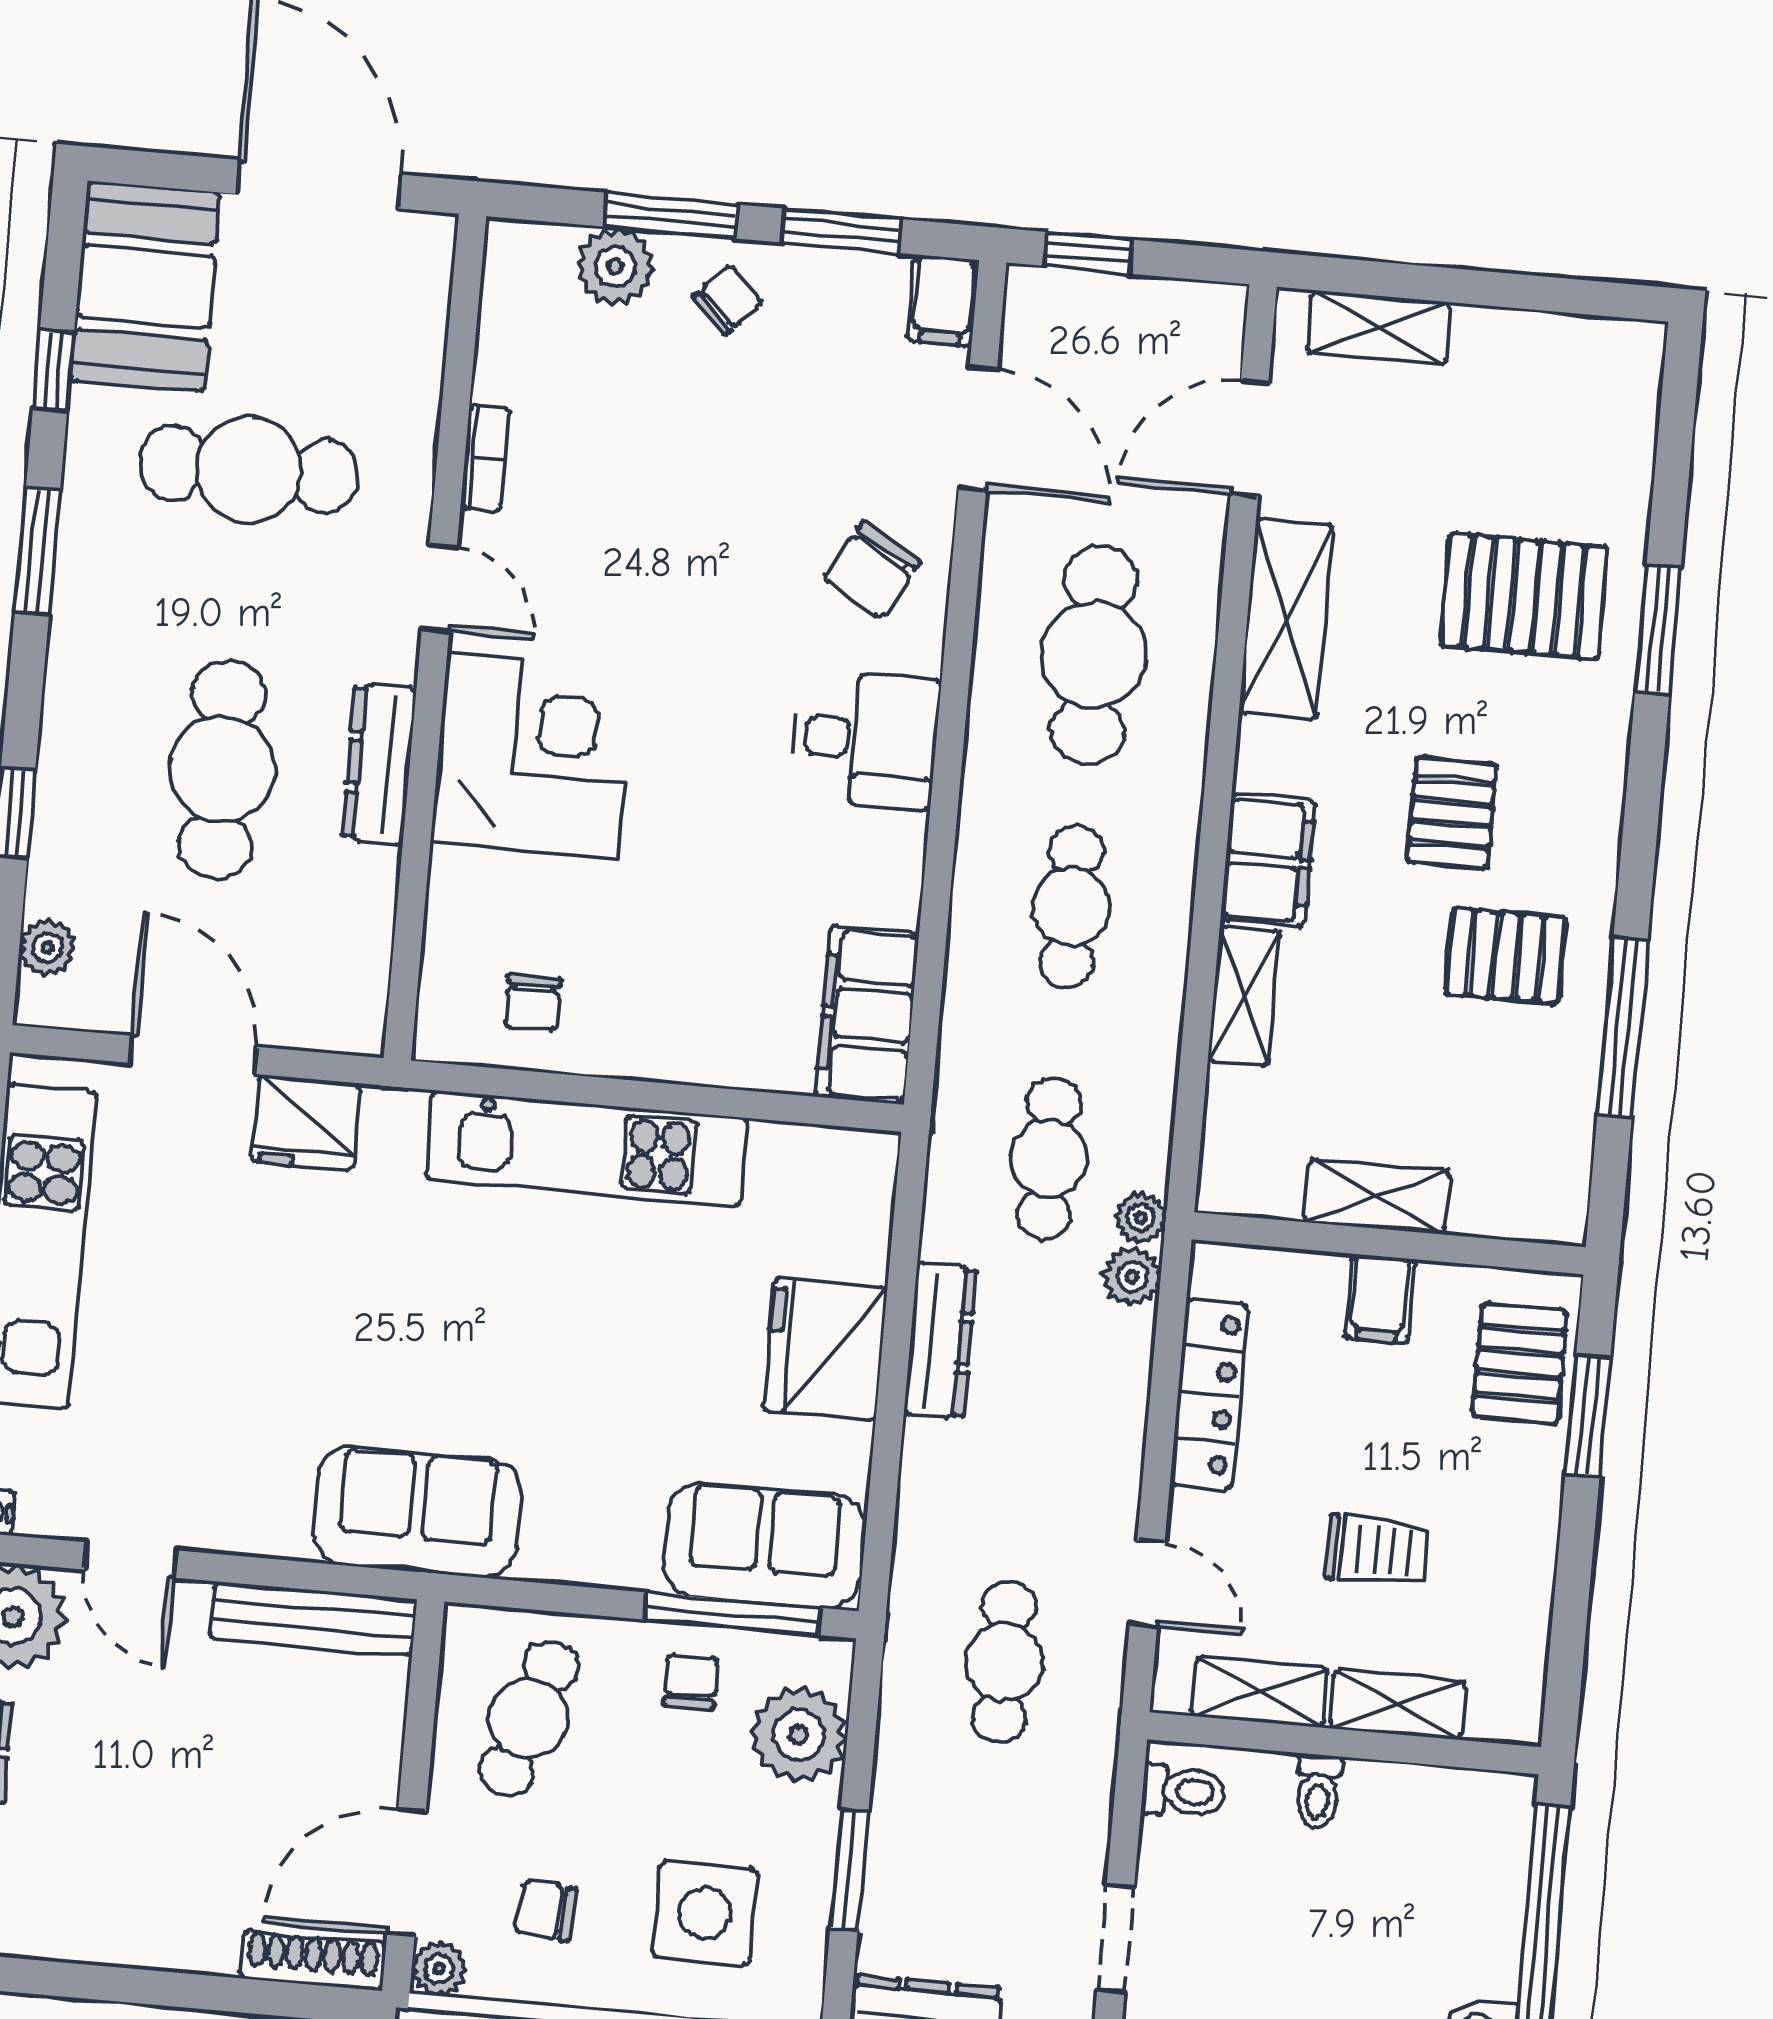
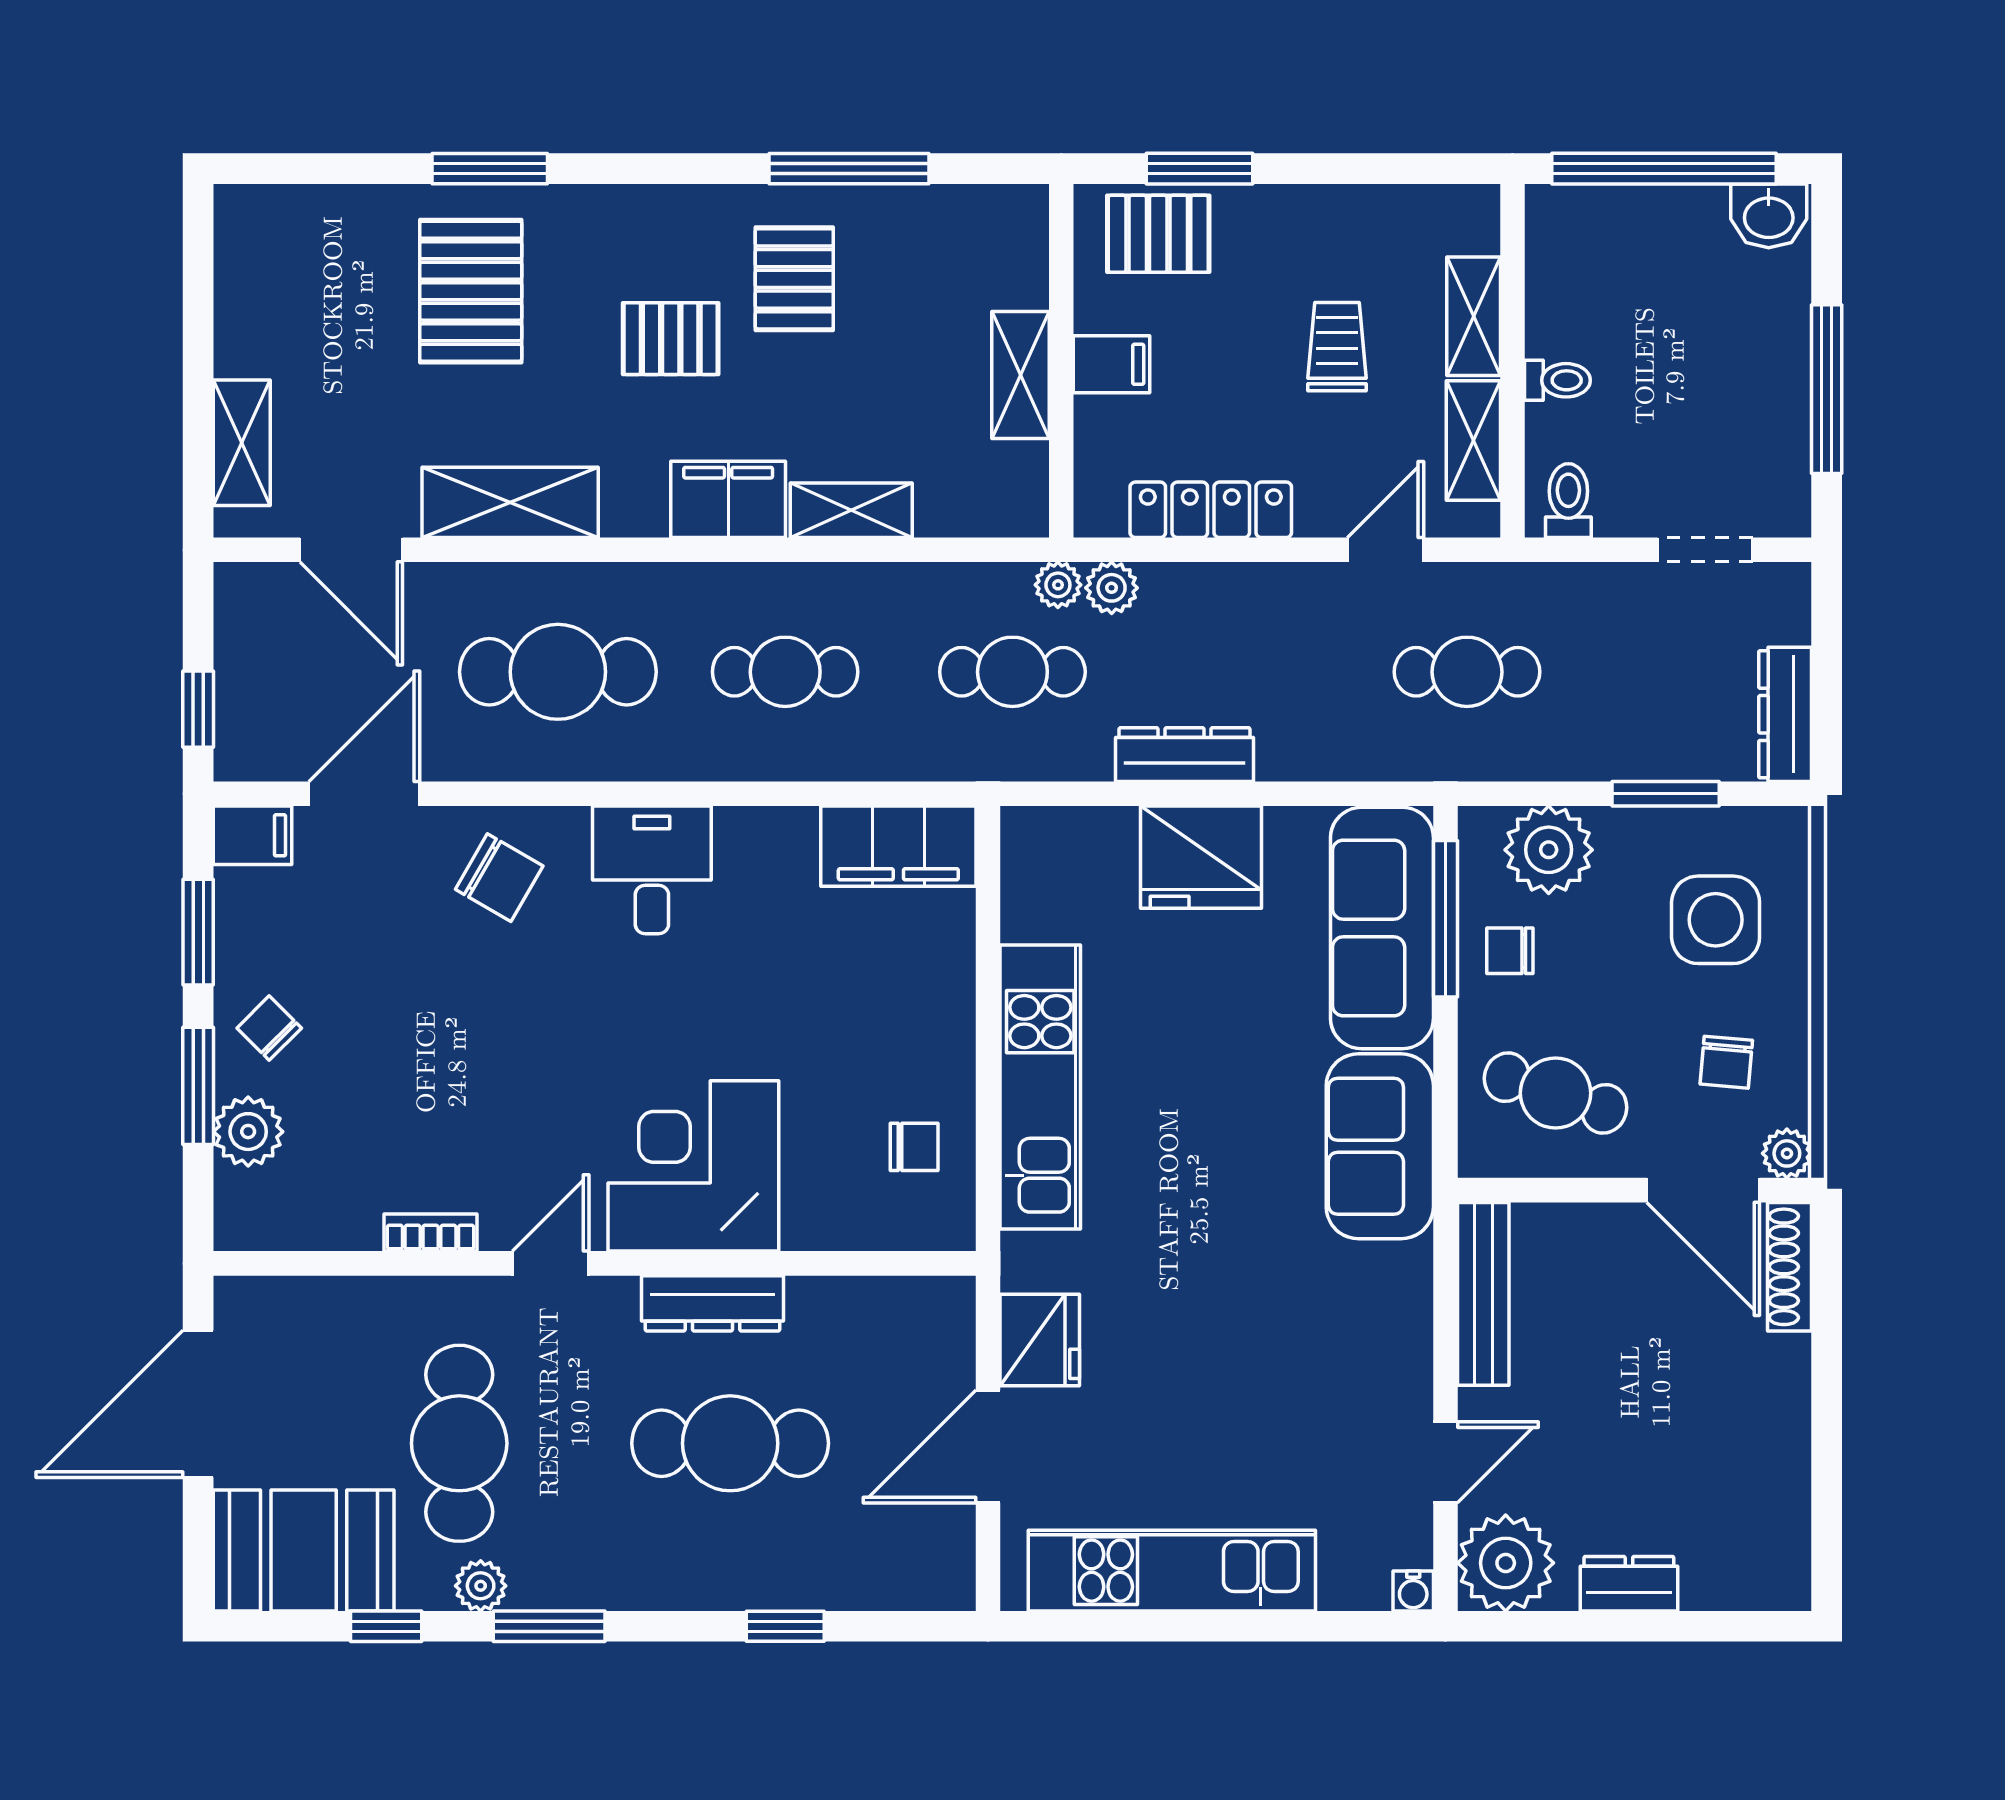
plant: (47, 948) -> (481, 1586), moved
sofa: (417, 1512) -> (1380, 1146), moved
sofa: (764, 1546) -> (1382, 928), width x1.36

